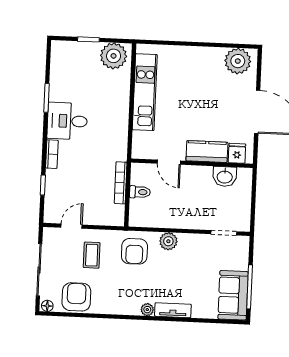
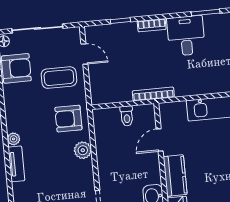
bookcase: (121, 183) -> (153, 94), moved
coffee table: (92, 255) -> (59, 78), width x1.36, depth x1.30

